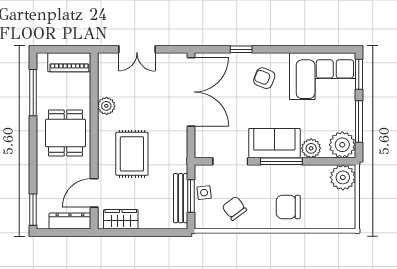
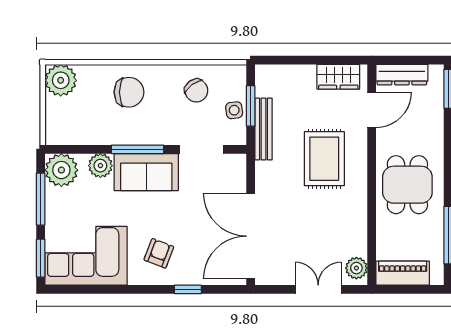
armchair: (264, 78) -> (159, 253), turned -91
plant: (106, 106) -> (356, 268), moved
plant: (343, 177) -> (61, 80), moved
bench: (181, 198) -> (264, 129), moved

